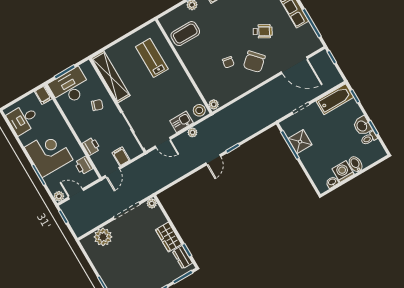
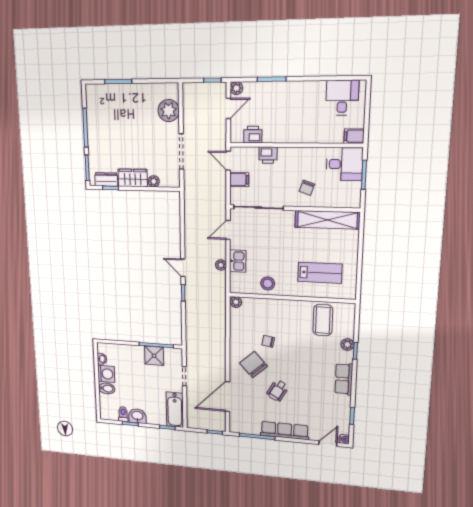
desk: (70, 87) -> (344, 164), width x0.73
stool: (199, 110) -> (268, 283), moved
corner desk: (49, 153) -> (288, 104), removed
plant: (152, 203) -> (154, 181), moved

